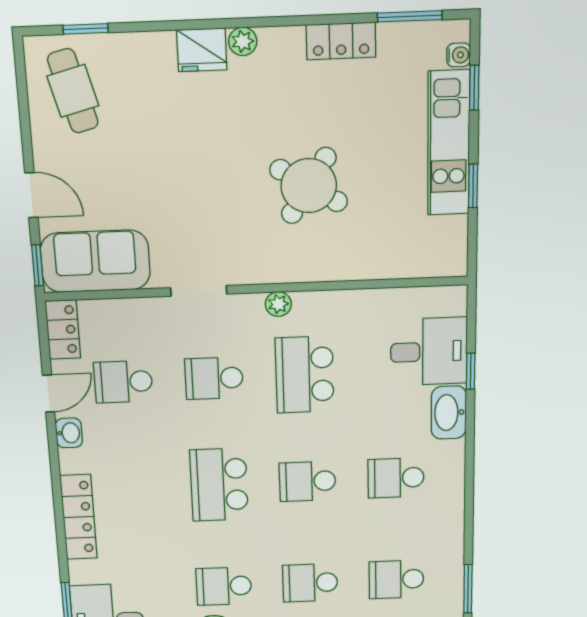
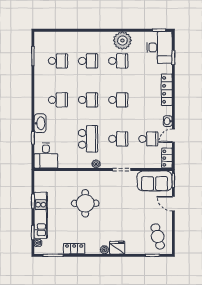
round table: (309, 186) -> (85, 203), turned -32
desk: (429, 352) -> (46, 156), moved, turned -90
school desk: (219, 485) -> (118, 100), width x0.54

